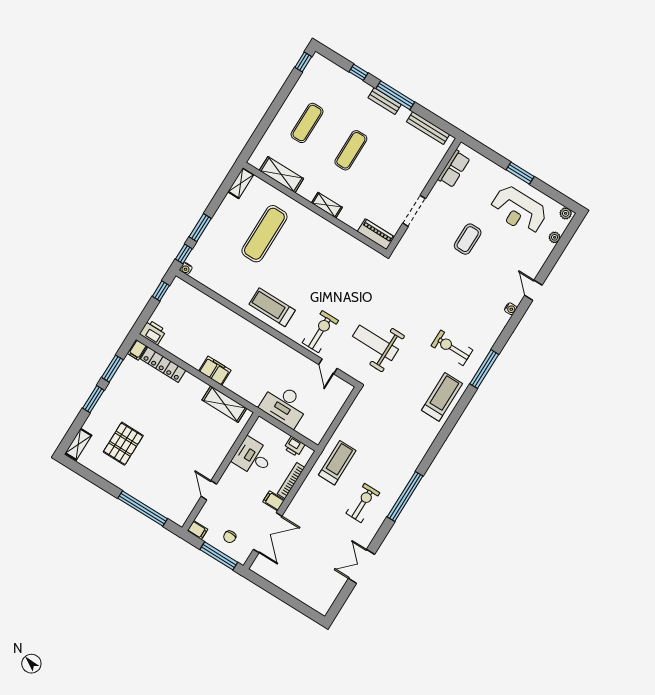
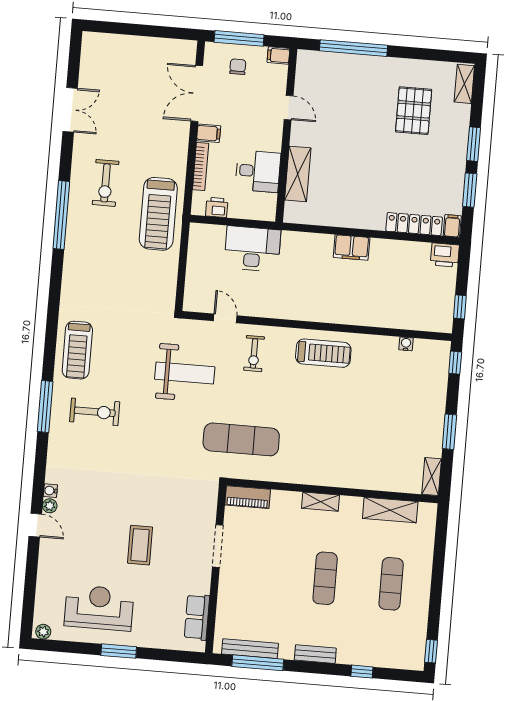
window: (395, 95) -> (258, 663), moved
window: (200, 228) -> (449, 432), moved
exercise mat: (264, 234) -> (241, 439), moved, turned 90
plant: (555, 237) -> (50, 506), moved
water cooler: (186, 269) -> (406, 344), moved
exercise bike: (320, 332) -> (254, 354), width x0.73, depth x0.72
shelving: (224, 404) -> (298, 174), moved, turned 90
treadmill: (337, 463) -> (158, 214), width x1.37, depth x1.38

